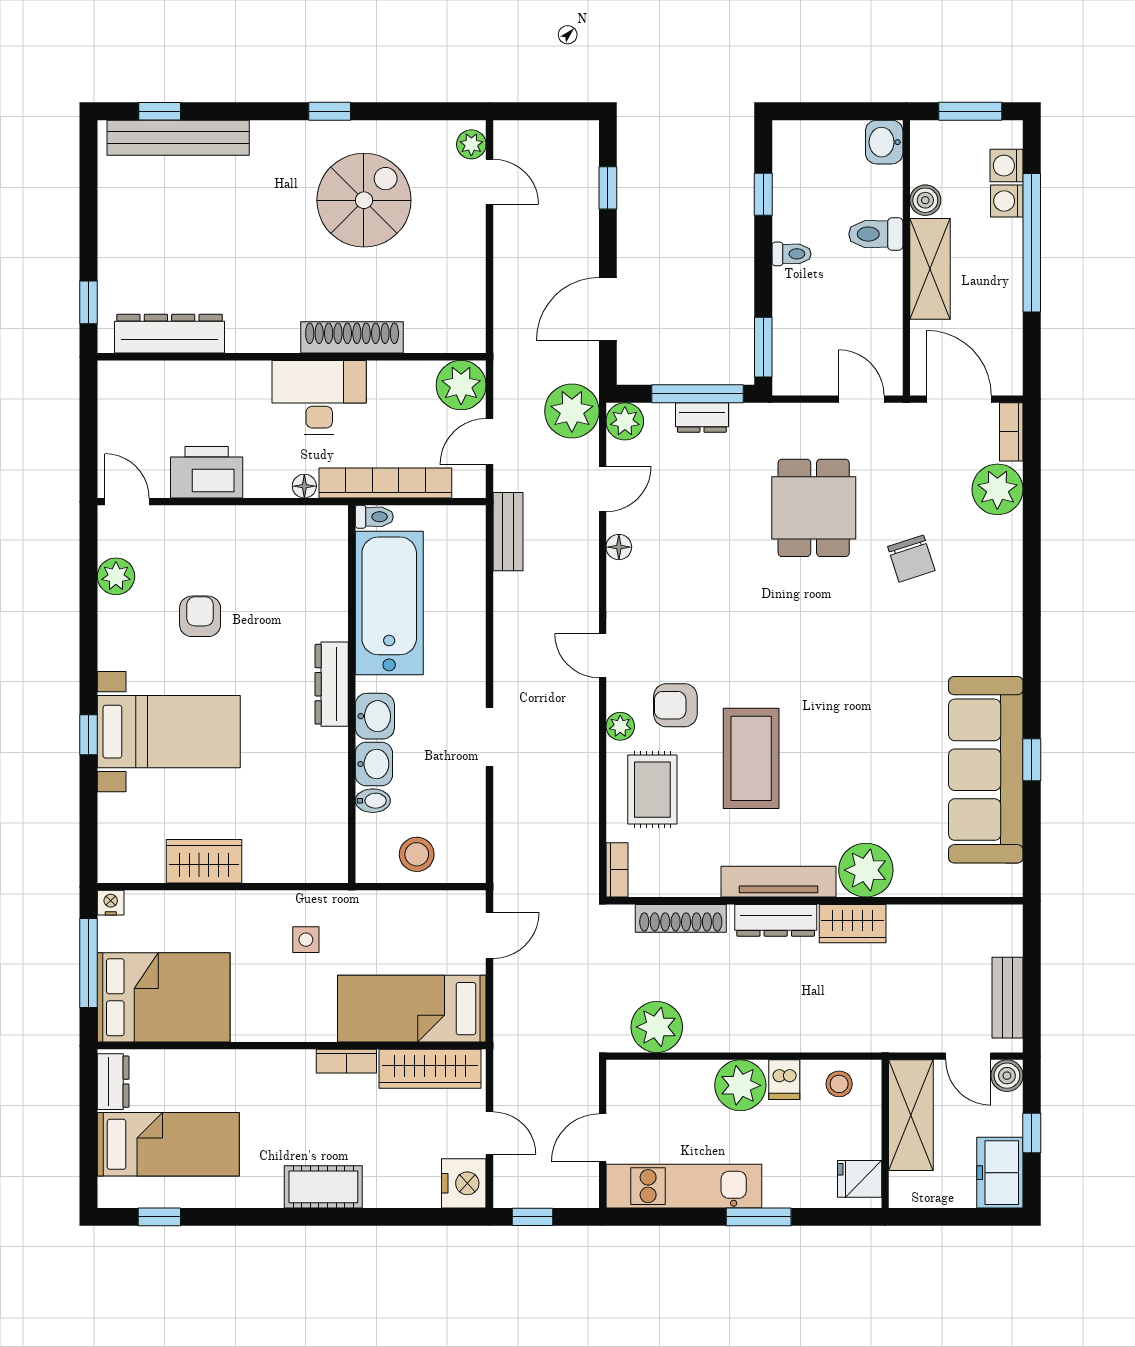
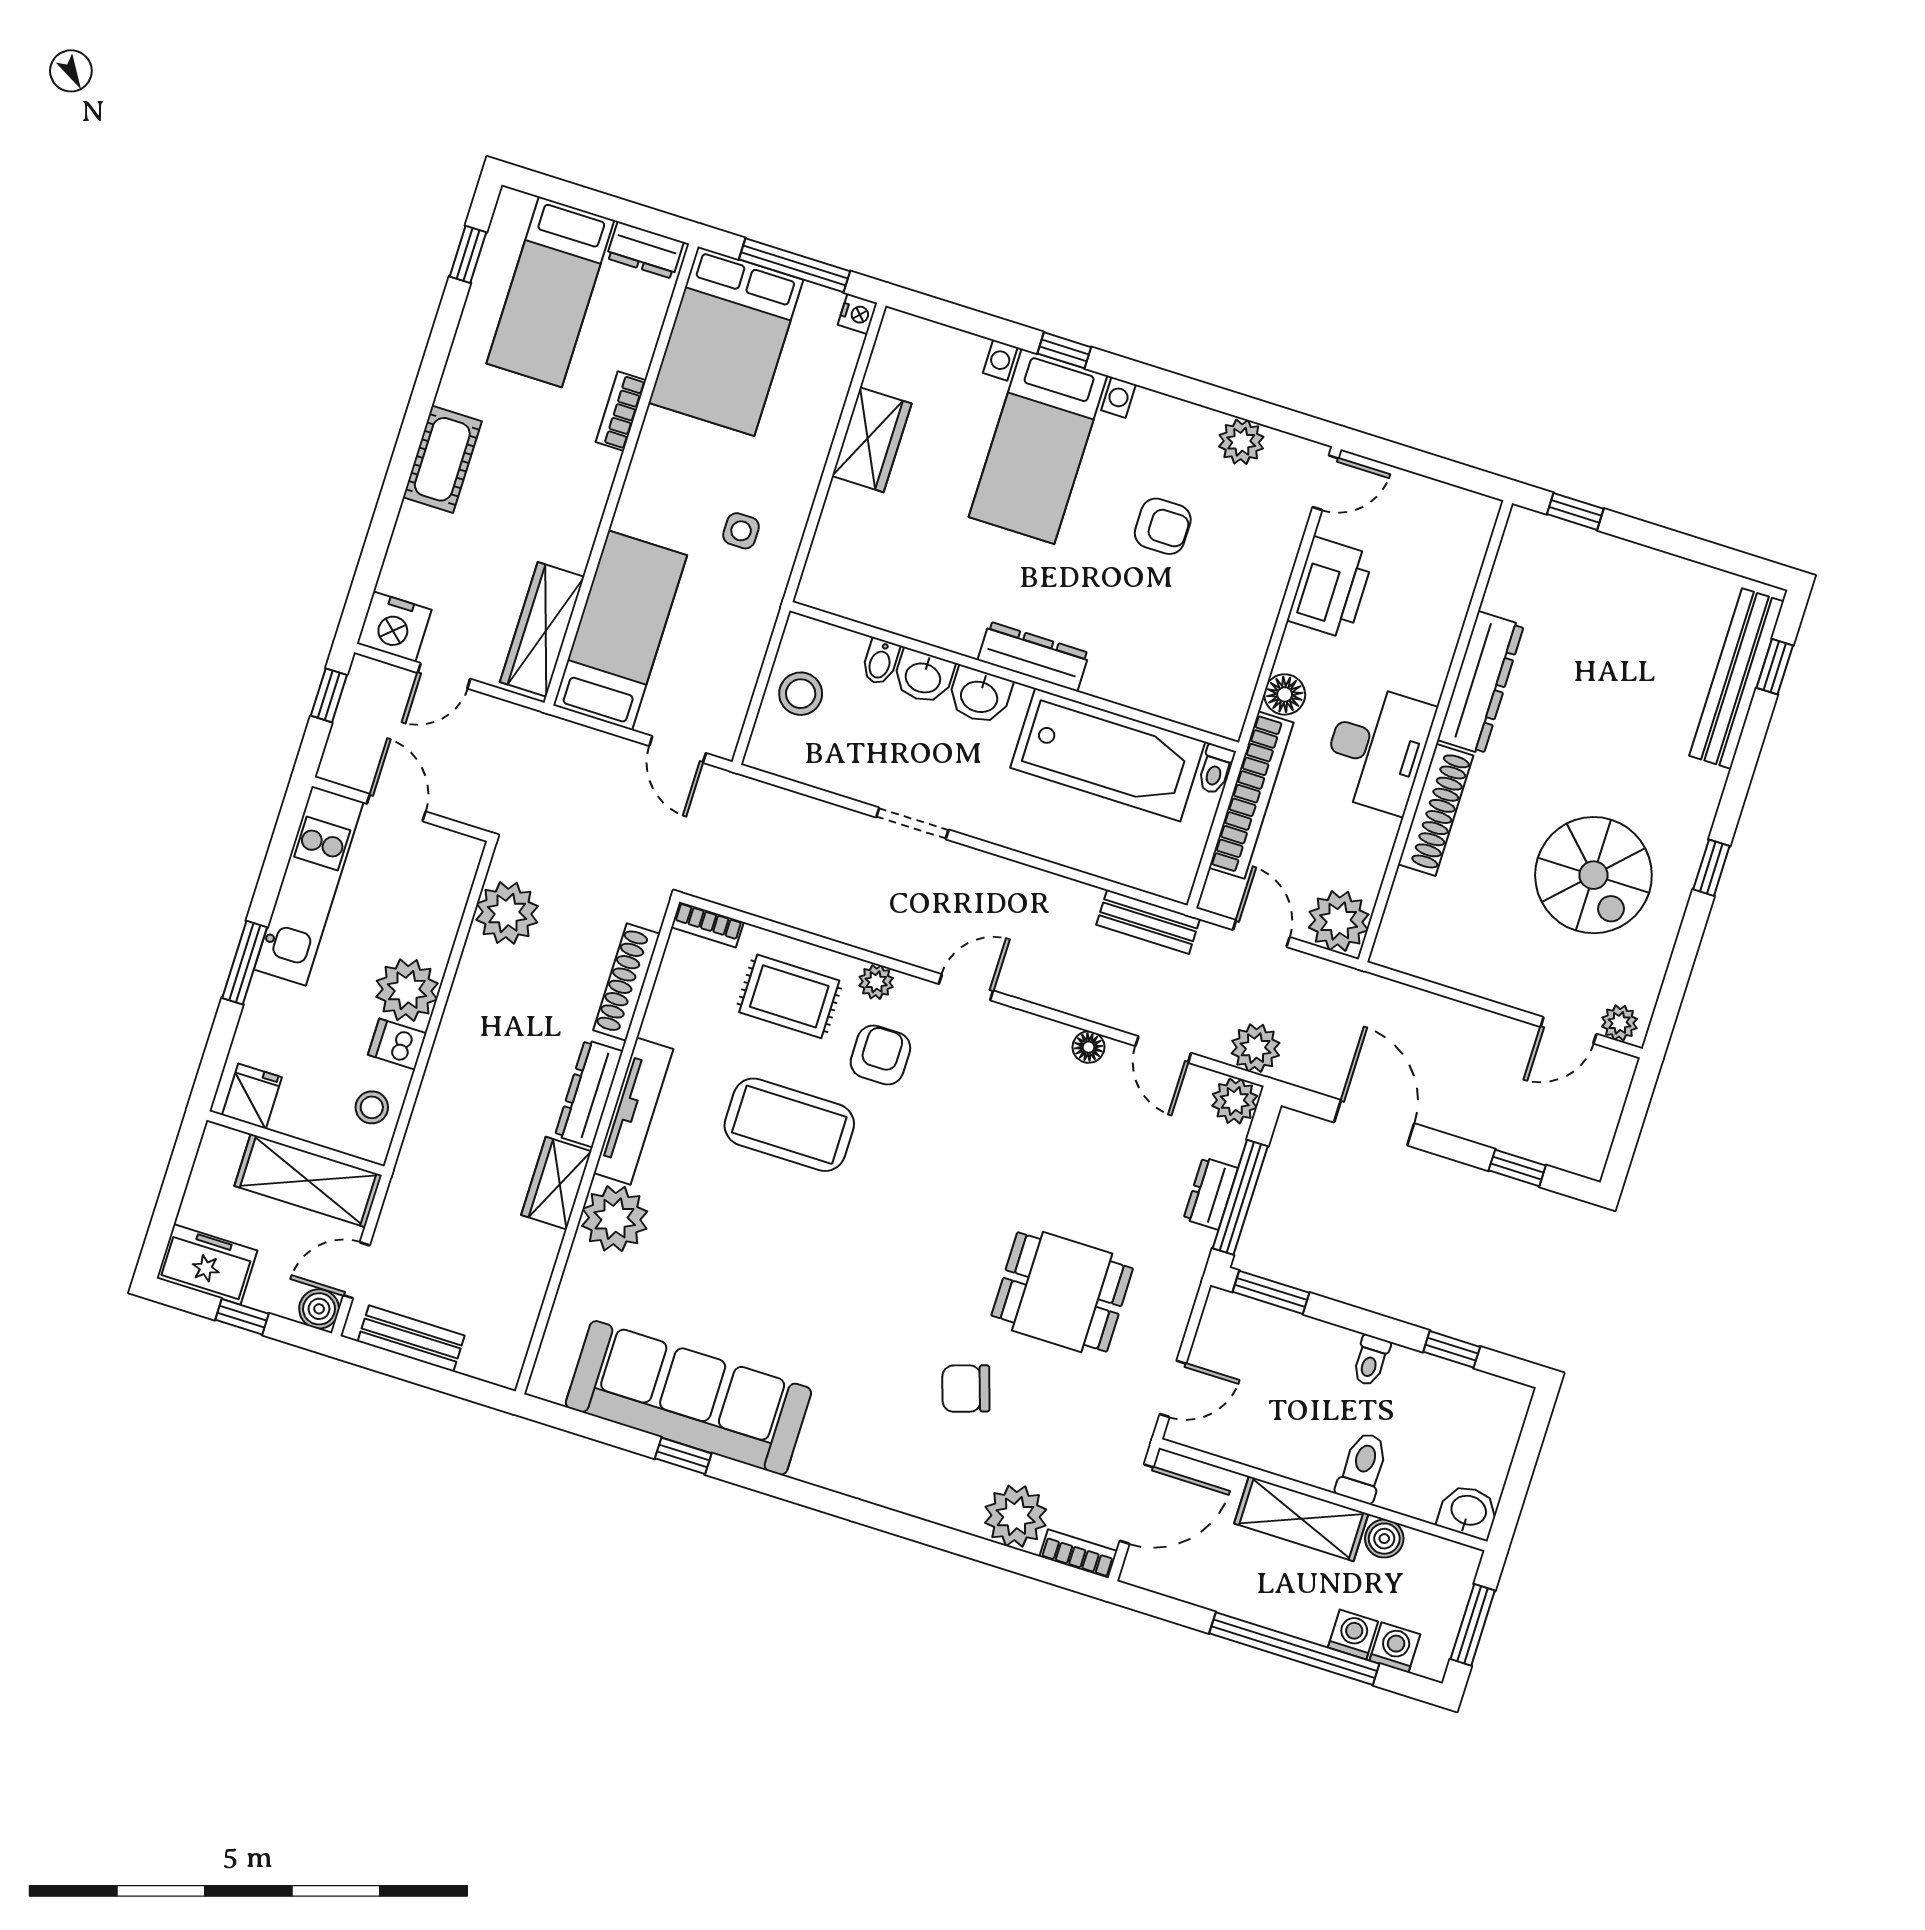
dresser: (170, 334) -> (1481, 683), moved
plant: (572, 411) -> (1256, 1048), width x0.73, depth x0.73
floor lamp: (304, 486) -> (1285, 694), width x1.37, depth x1.37
bookcase: (346, 1061) -> (621, 411), moved

